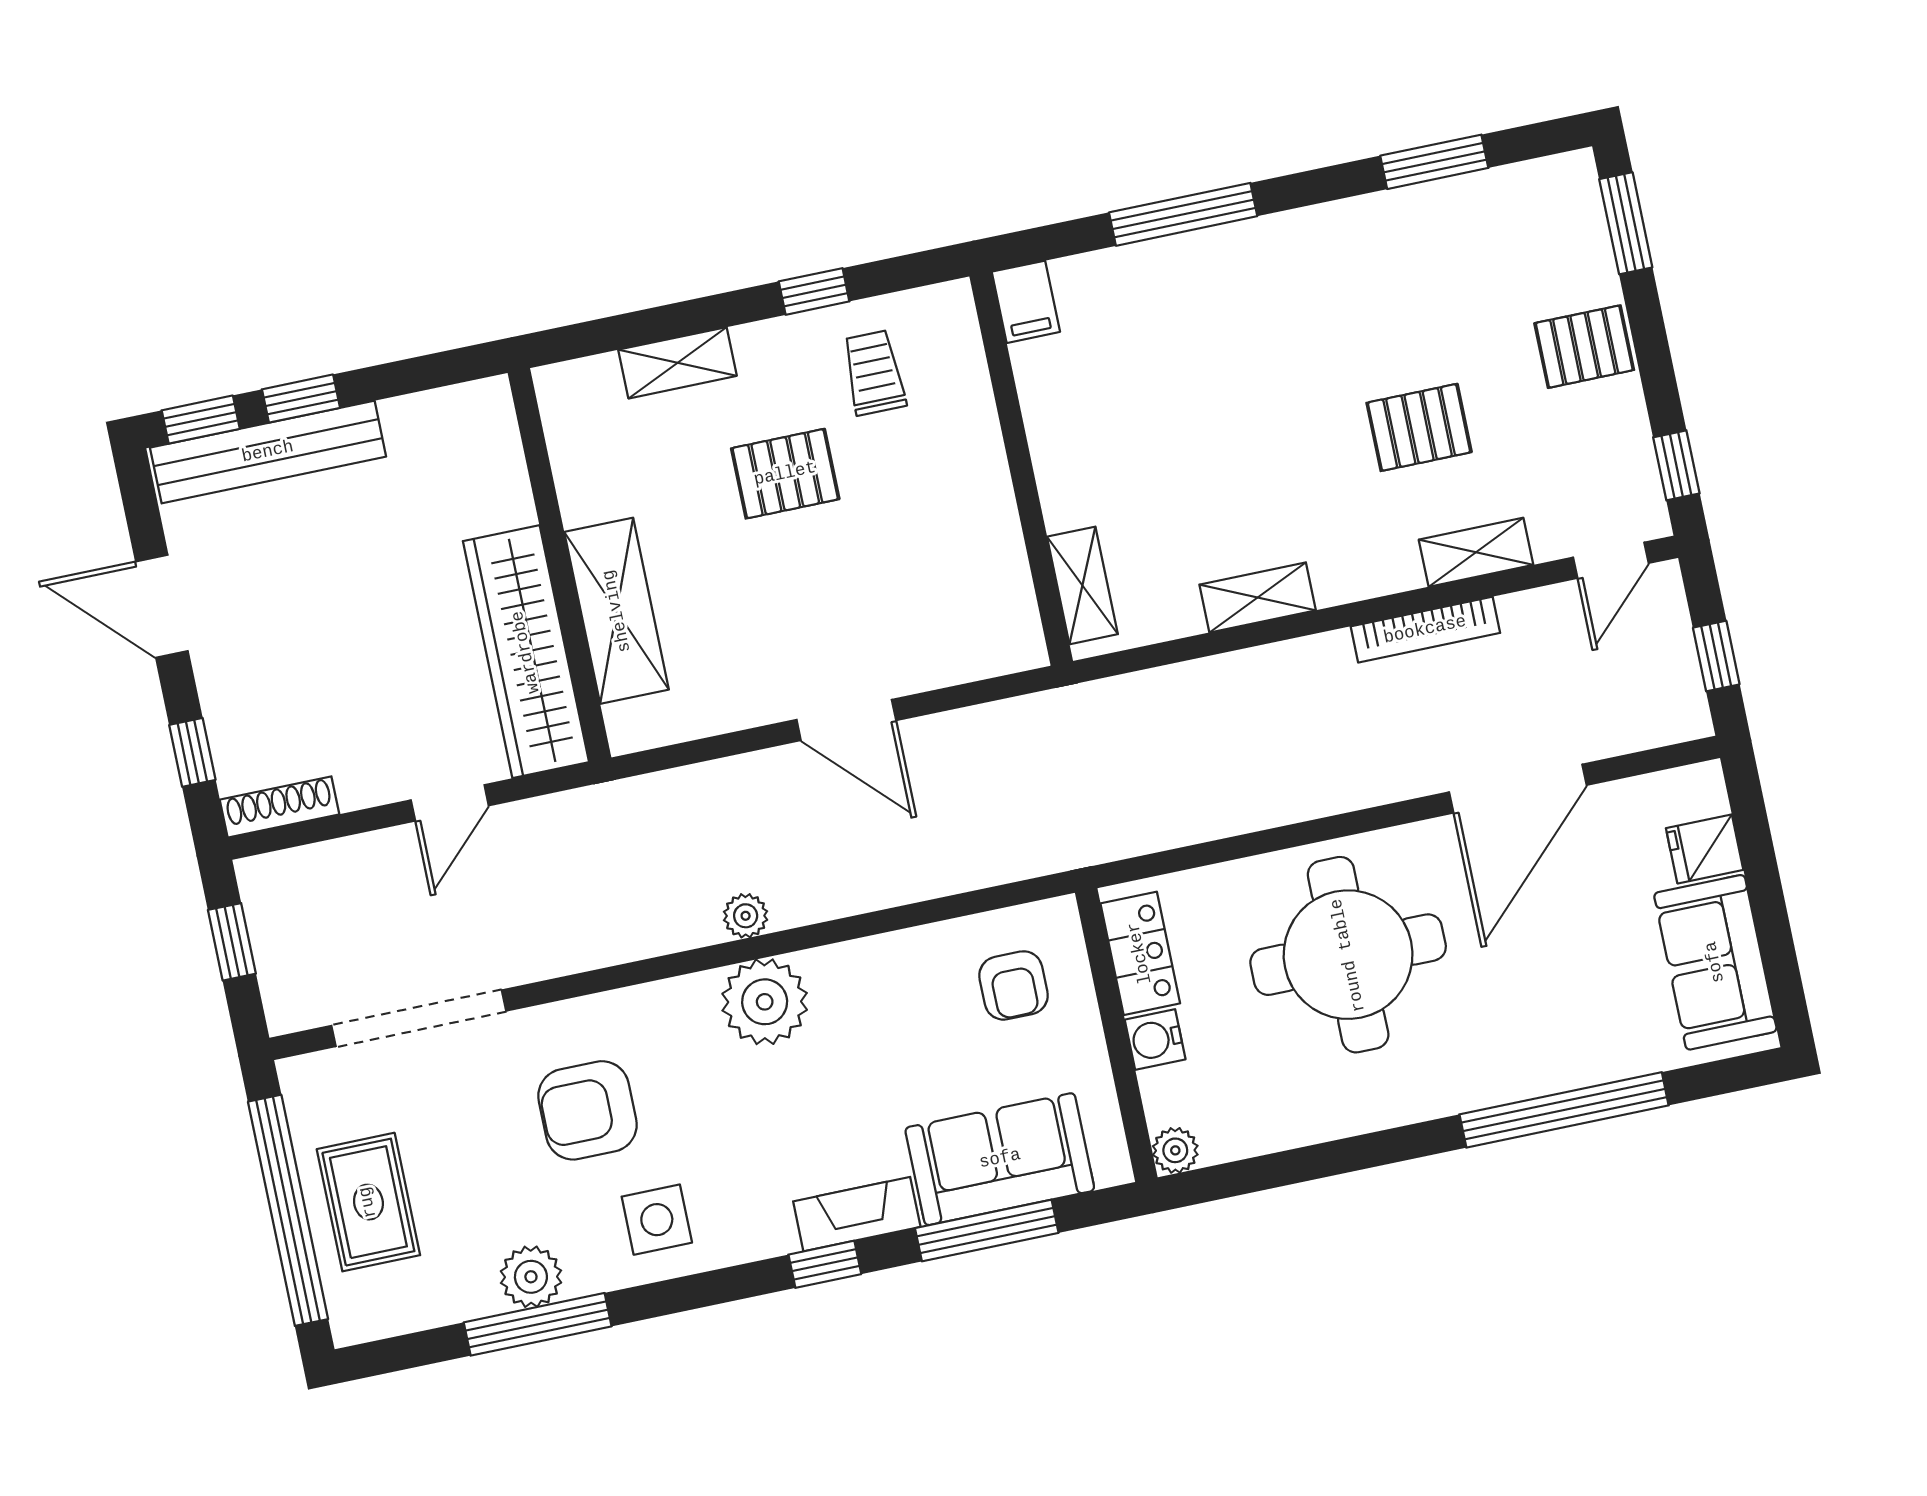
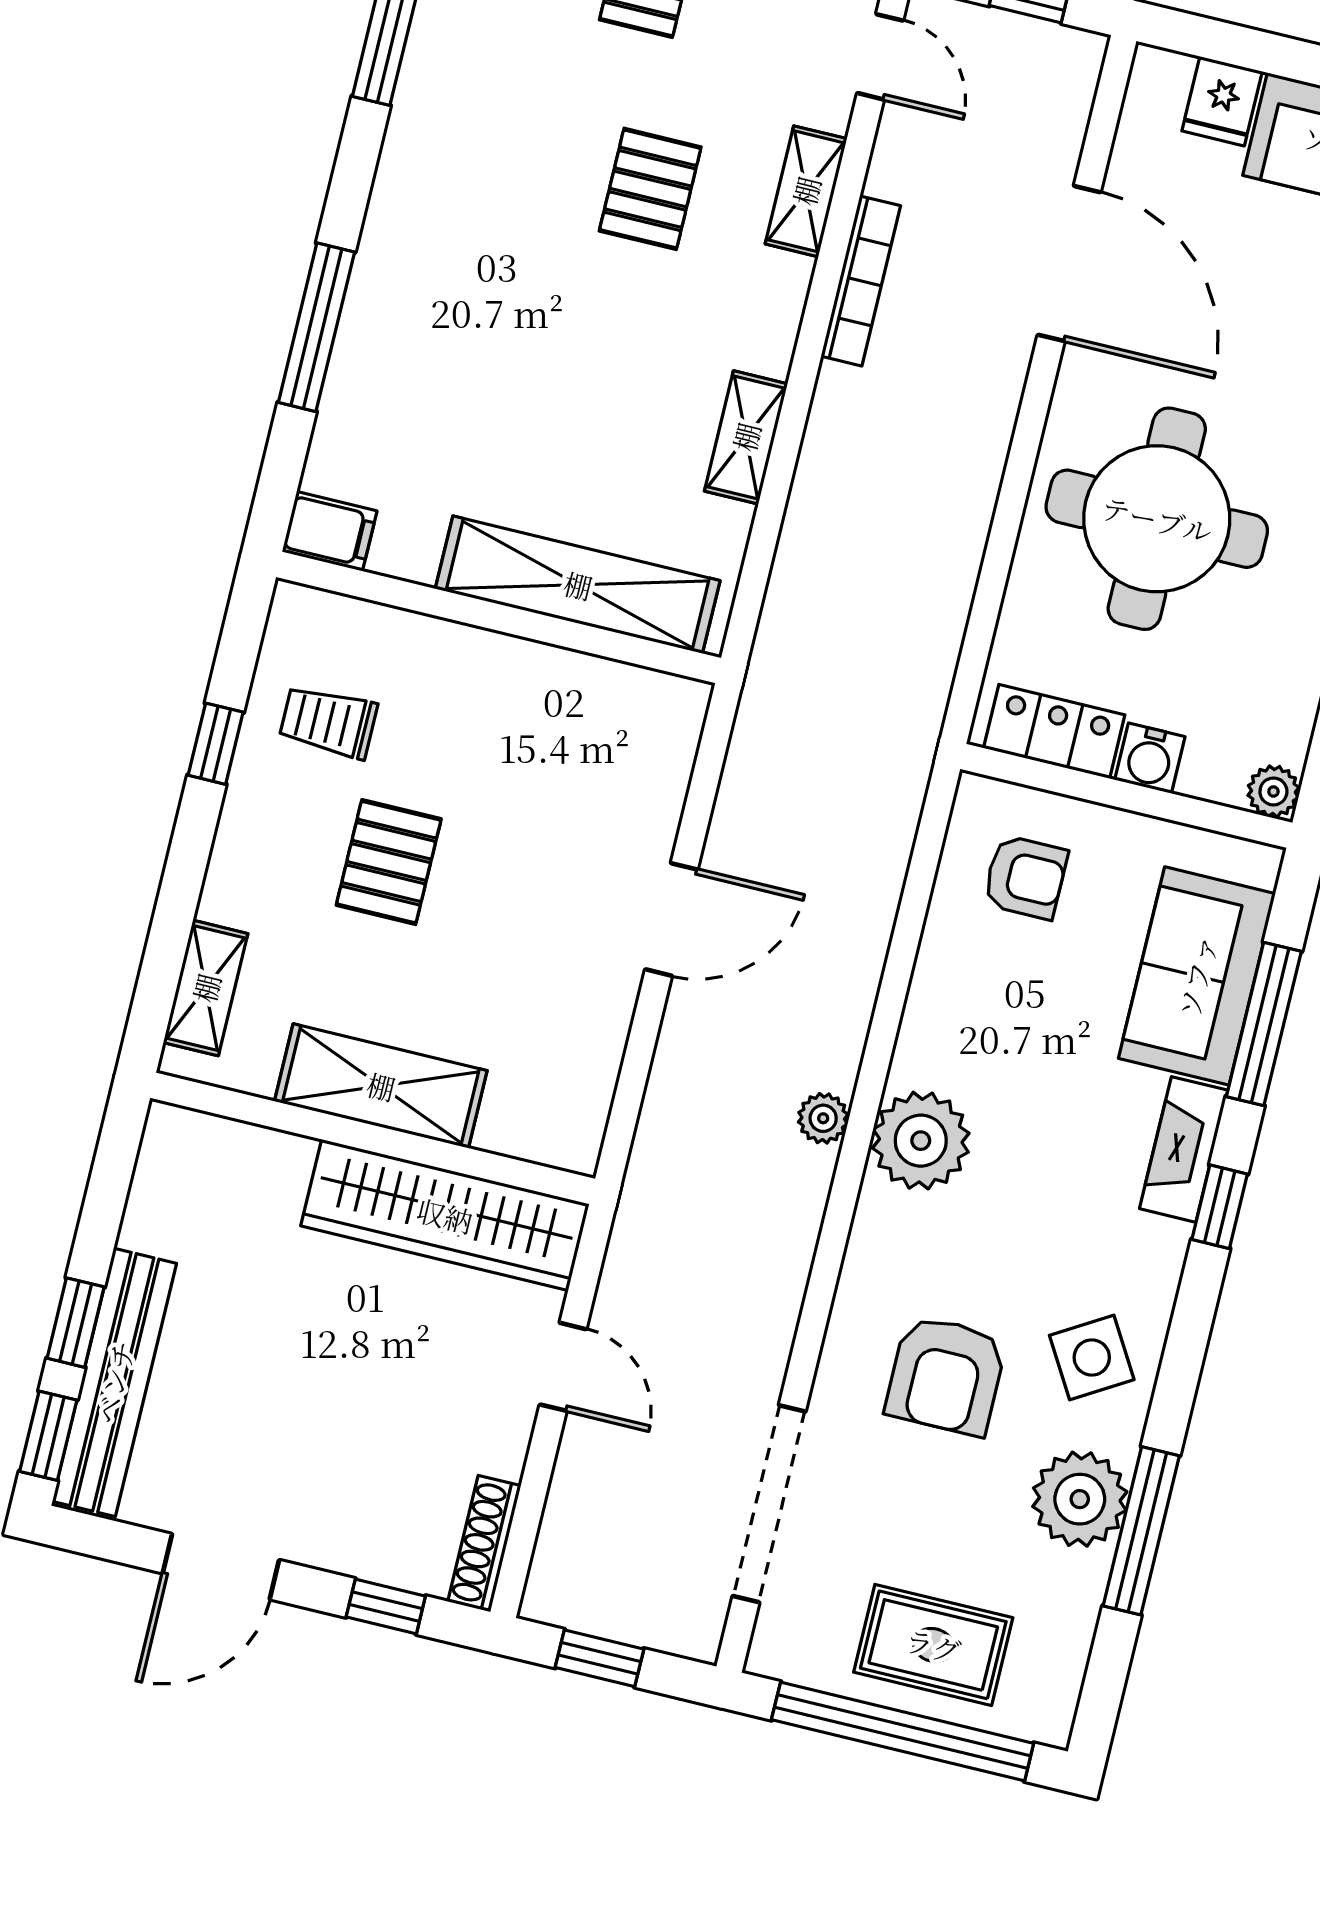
shelving: (678, 363) -> (206, 988), moved
shelving: (1082, 585) -> (578, 585), width x2.20, depth x1.33
shelving: (617, 611) -> (381, 1086), moved
side table: (657, 1220) -> (1092, 1357), turned -31
plant: (531, 1277) -> (1080, 1499), width x1.36, depth x1.36

